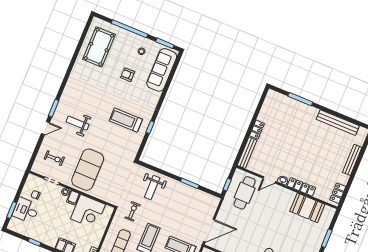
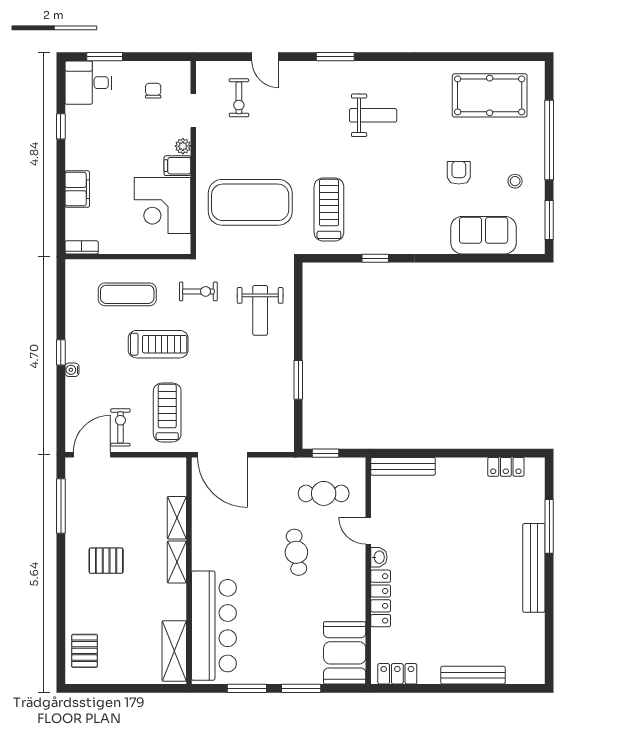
sofa: (162, 70) -> (484, 235), width x0.73
treadmill: (126, 120) -> (329, 209), moved
weight bench: (78, 123) -> (373, 115), moved, turned 90
bench: (338, 123) -> (534, 568), moved
door: (45, 128) -> (265, 57), moved
locker: (257, 130) -> (506, 467), moved
exercise mat: (88, 170) -> (250, 202), moved
weight bench: (152, 188) -> (260, 310), turned -90
cafe table: (245, 193) -> (324, 493), width x0.73, depth x0.74
booth: (307, 208) -> (345, 653), moved
desk: (26, 210) -> (88, 83), moved, turned -90
cafe table: (266, 216) -> (296, 552), added

